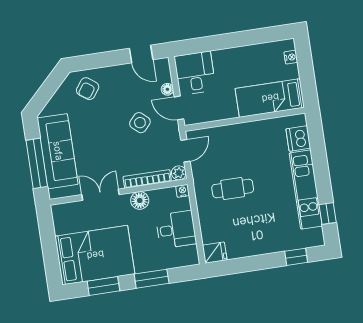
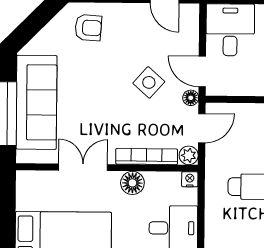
armchair: (88, 89) -> (88, 28), turned -122
floor lamp: (167, 89) -> (191, 98), moved

